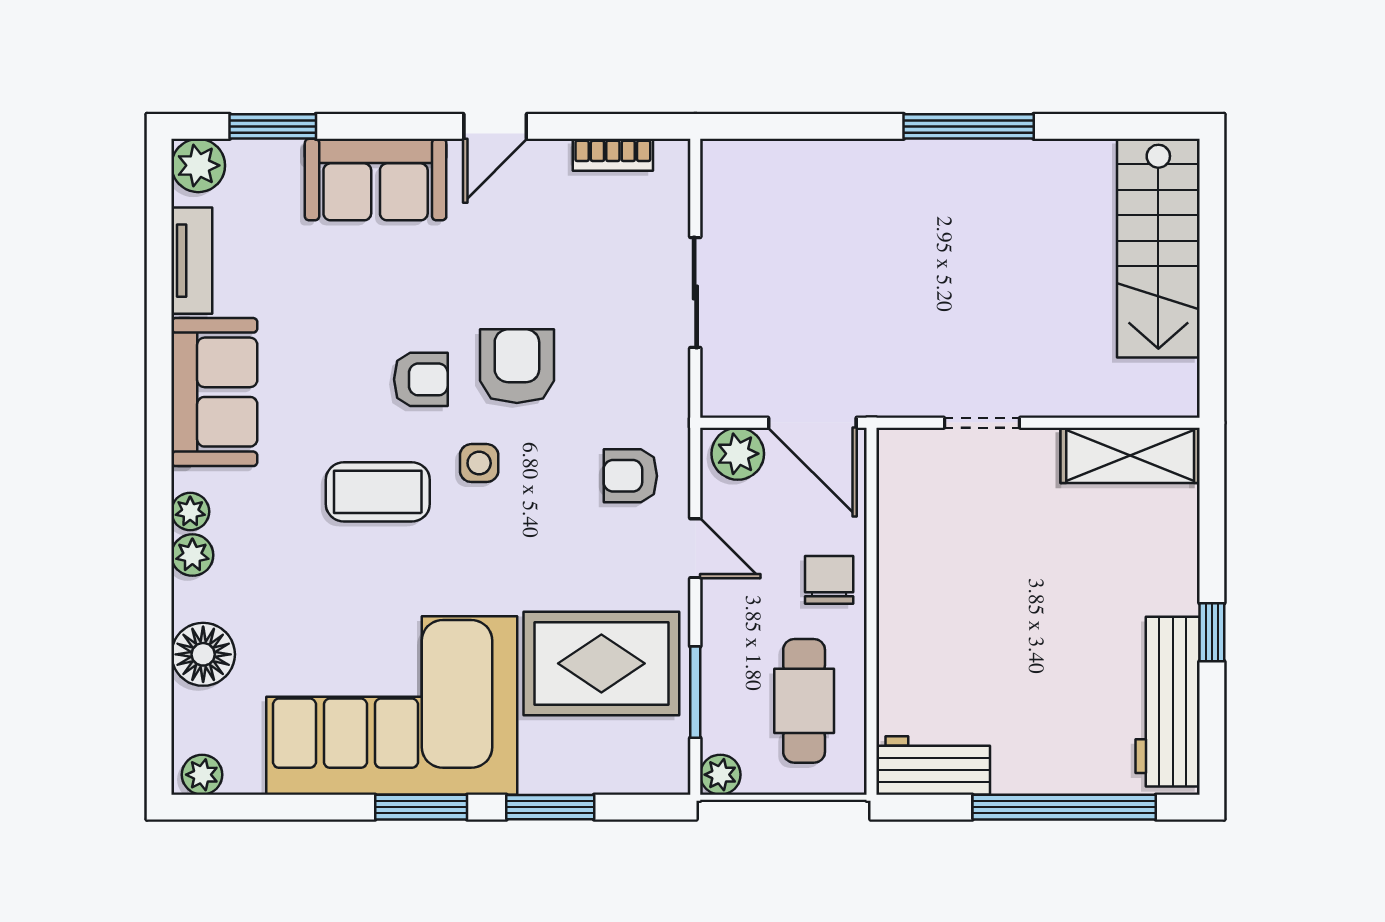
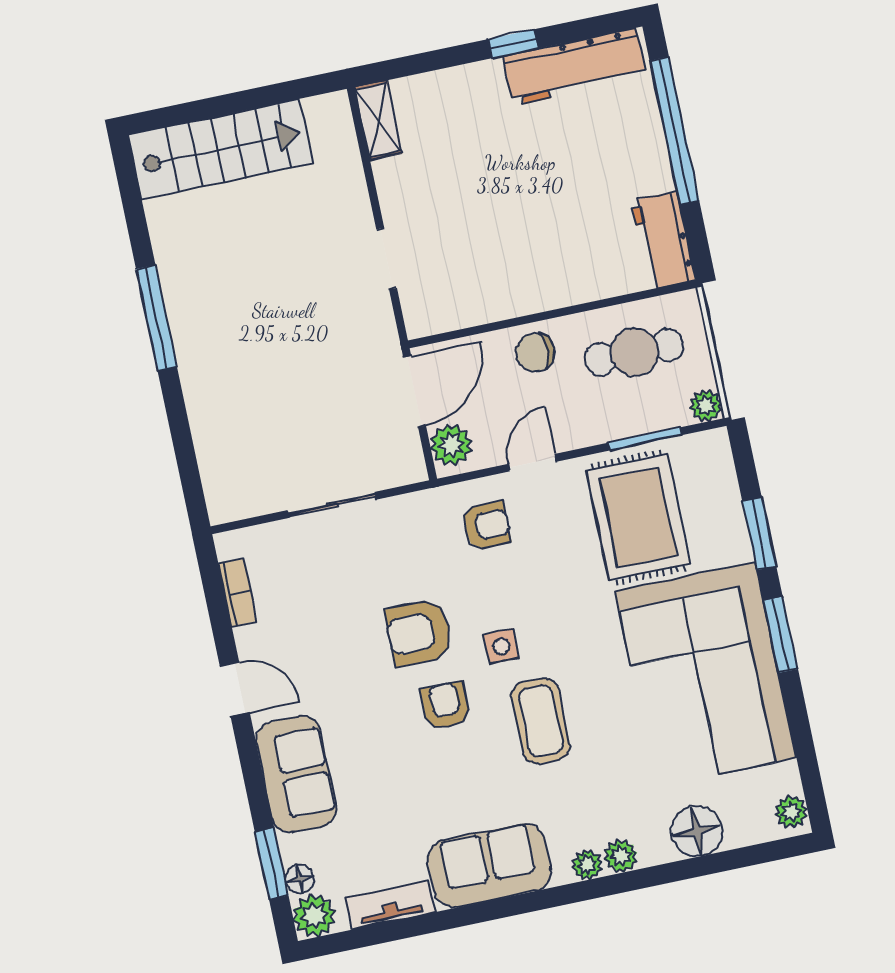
floor lamp: (247, 157) -> (300, 879), added
shelving: (1130, 455) -> (379, 120), width x0.67, depth x0.75
armchair: (630, 476) -> (486, 526), turned -90

